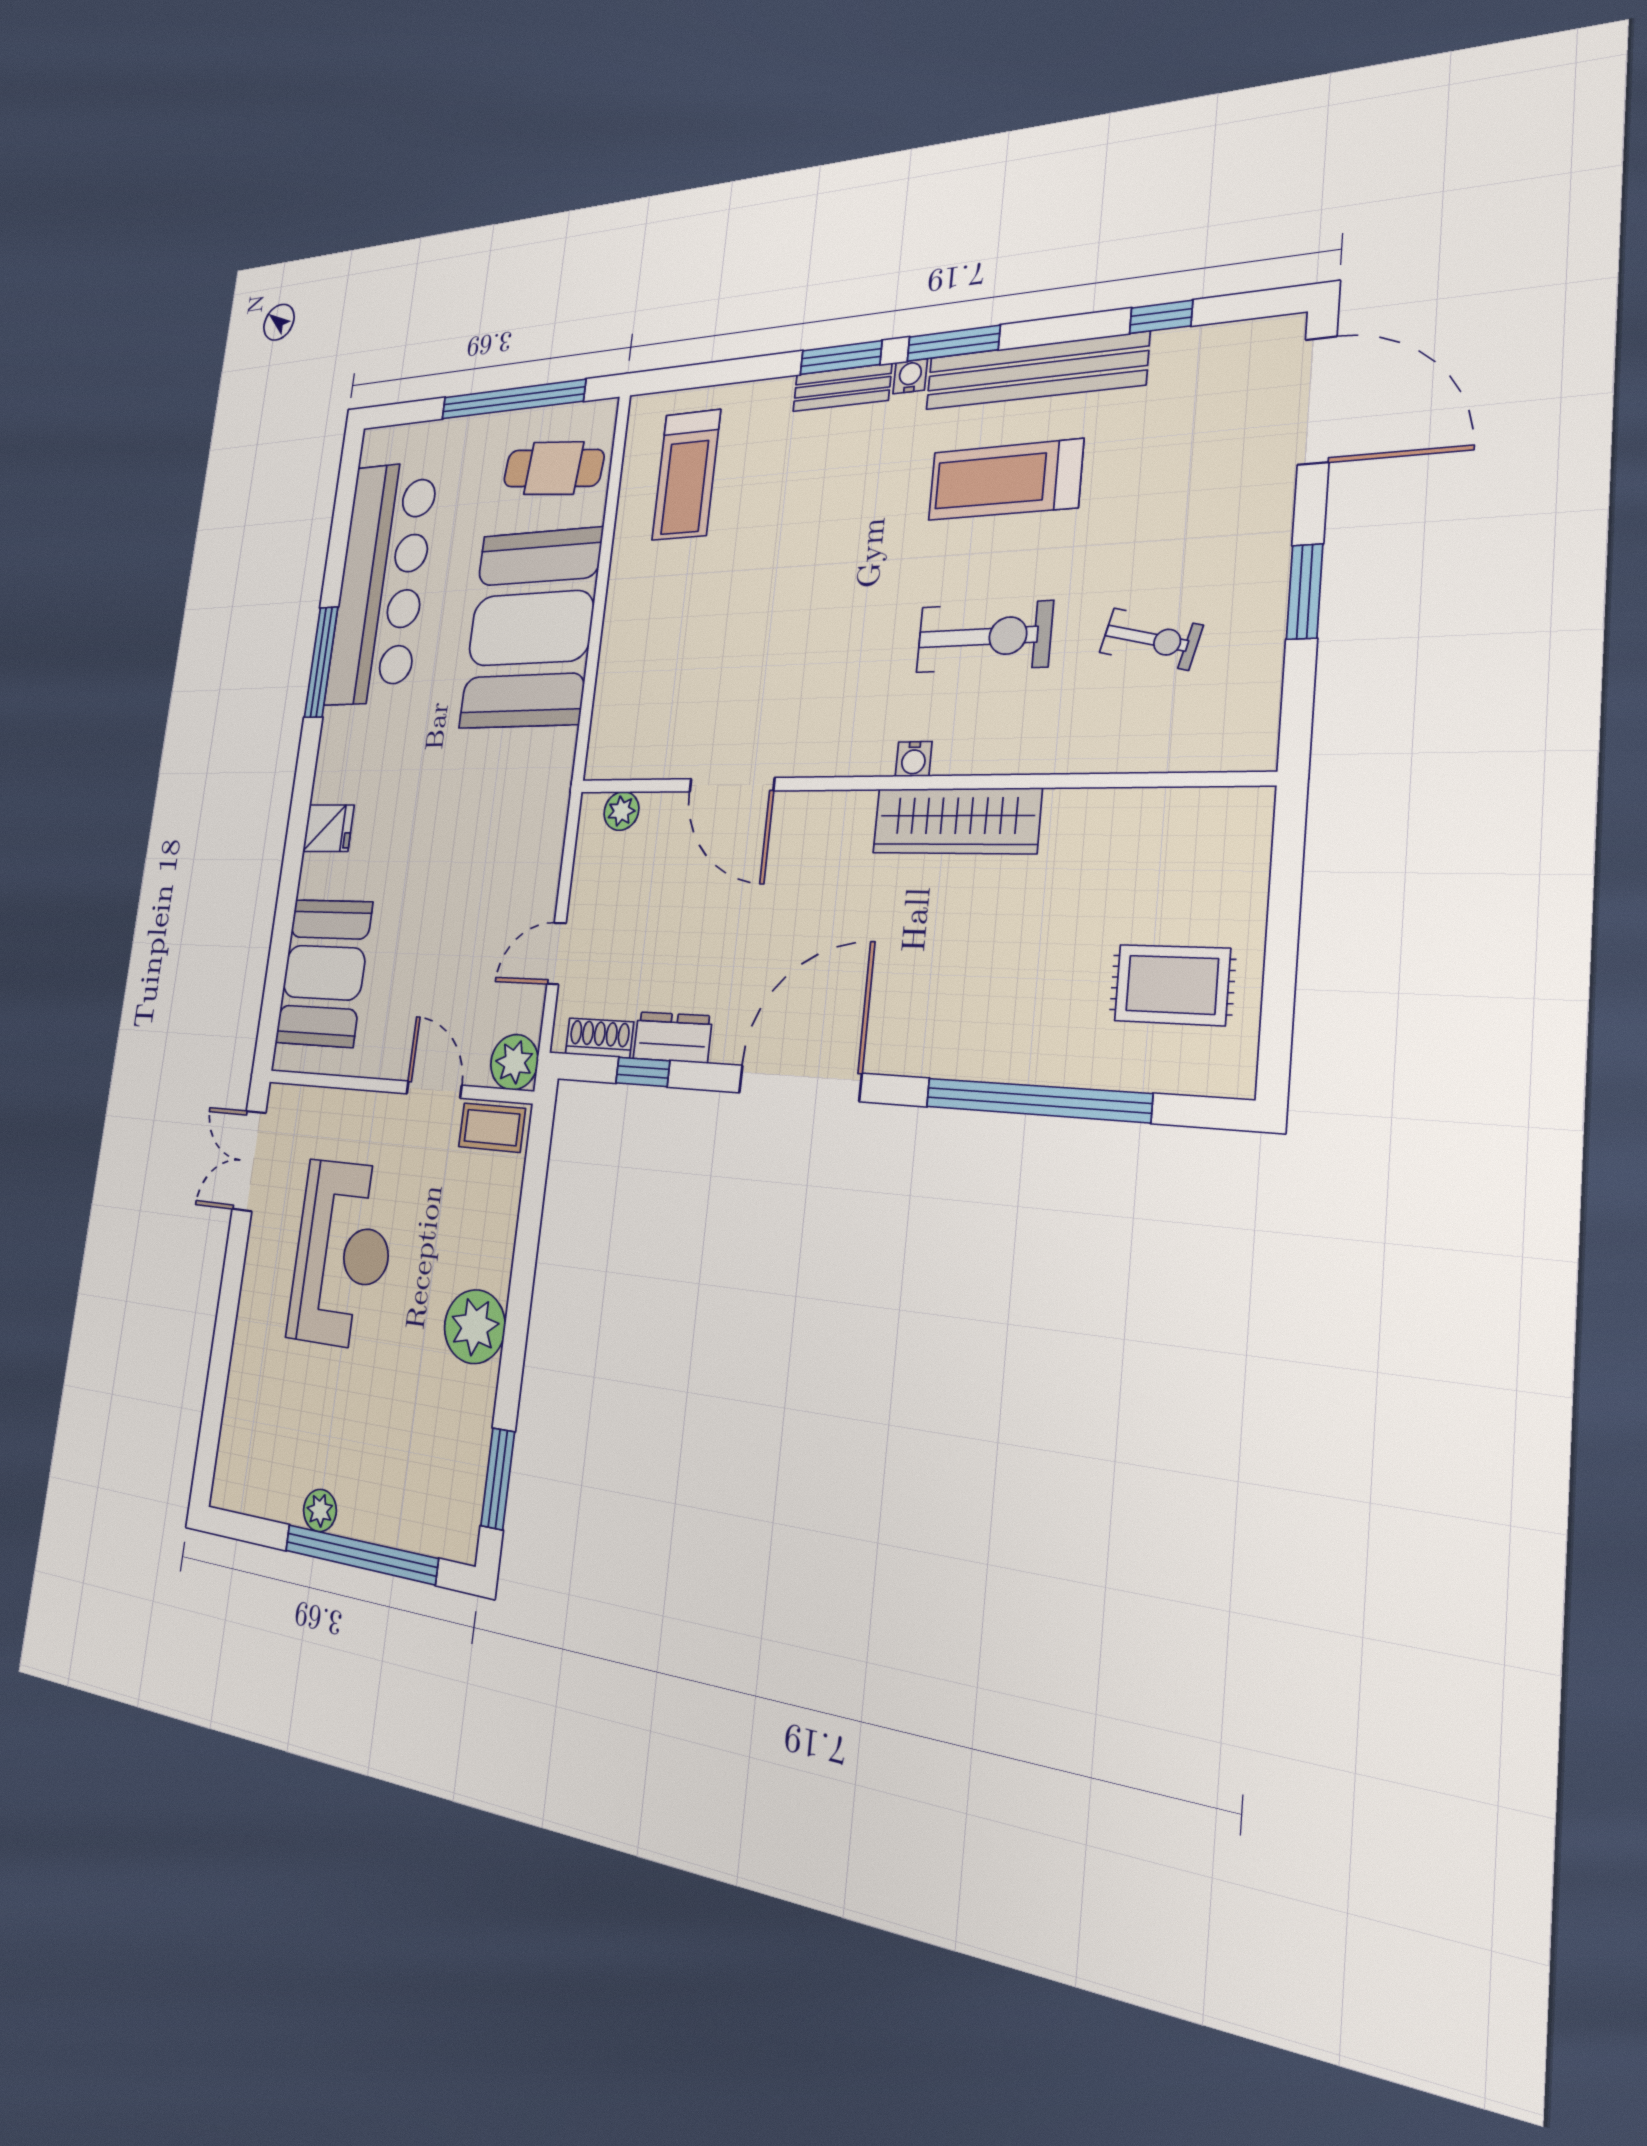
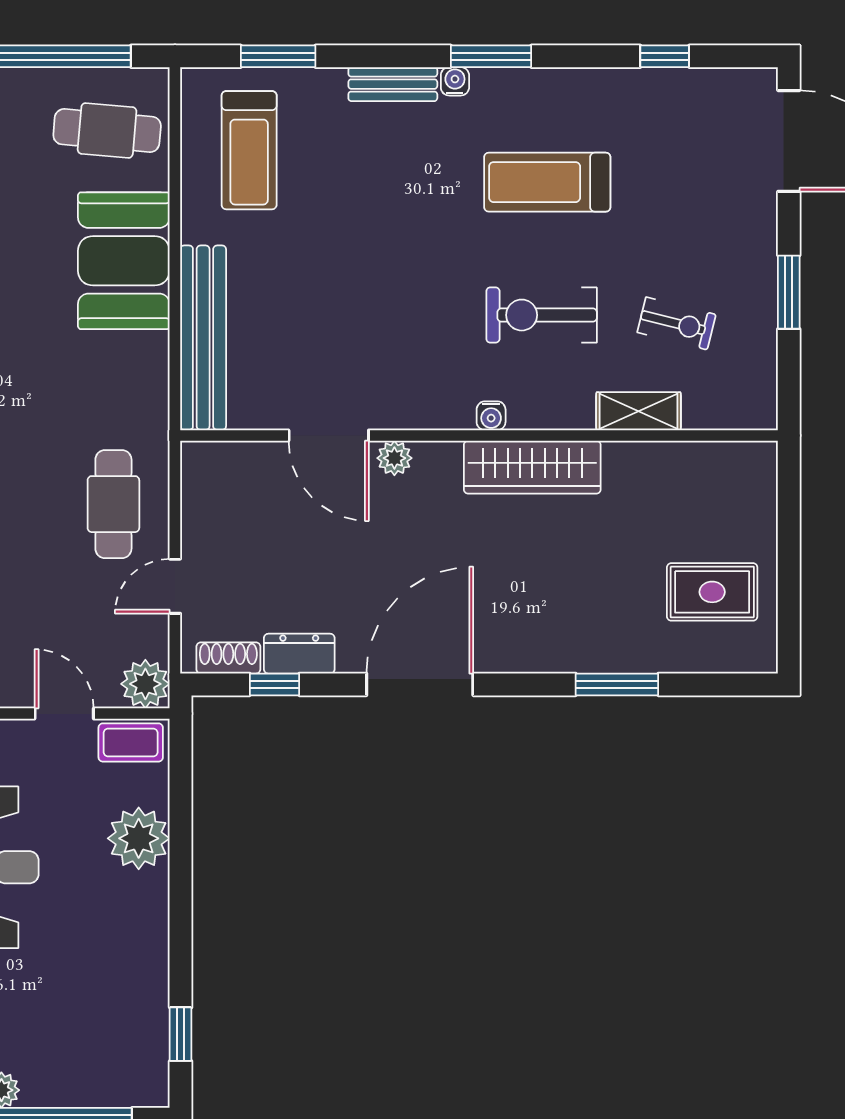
window: (841, 358) -> (278, 56), moved
bench: (1035, 371) -> (203, 338), moved, turned 90
booth: (531, 628) -> (124, 261), width x0.73, depth x0.70
exercise bike: (984, 637) -> (542, 315), turned 180
shelving: (1093, 750) -> (639, 411), added
plant: (621, 811) -> (394, 458), moved
cafe table: (509, 861) -> (113, 504), added
window: (1037, 1100) -> (617, 684), width x0.47
plant: (475, 1327) -> (139, 838), moved
window: (498, 1479) -> (181, 1034), width x0.67

